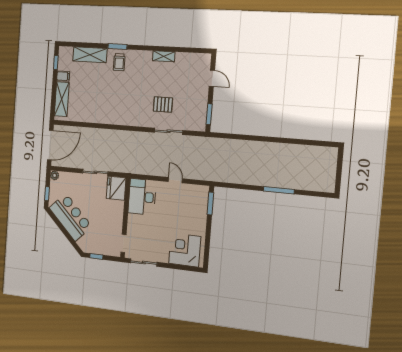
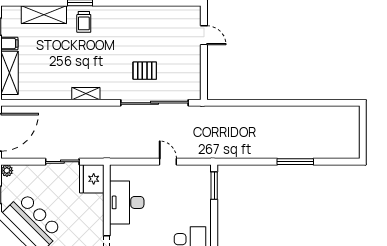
shelving: (164, 56) -> (86, 94), moved
window: (209, 114) -> (204, 78), removed
sliding door: (169, 131) -> (155, 103), width x1.86
desk: (142, 197) -> (127, 202), moved

